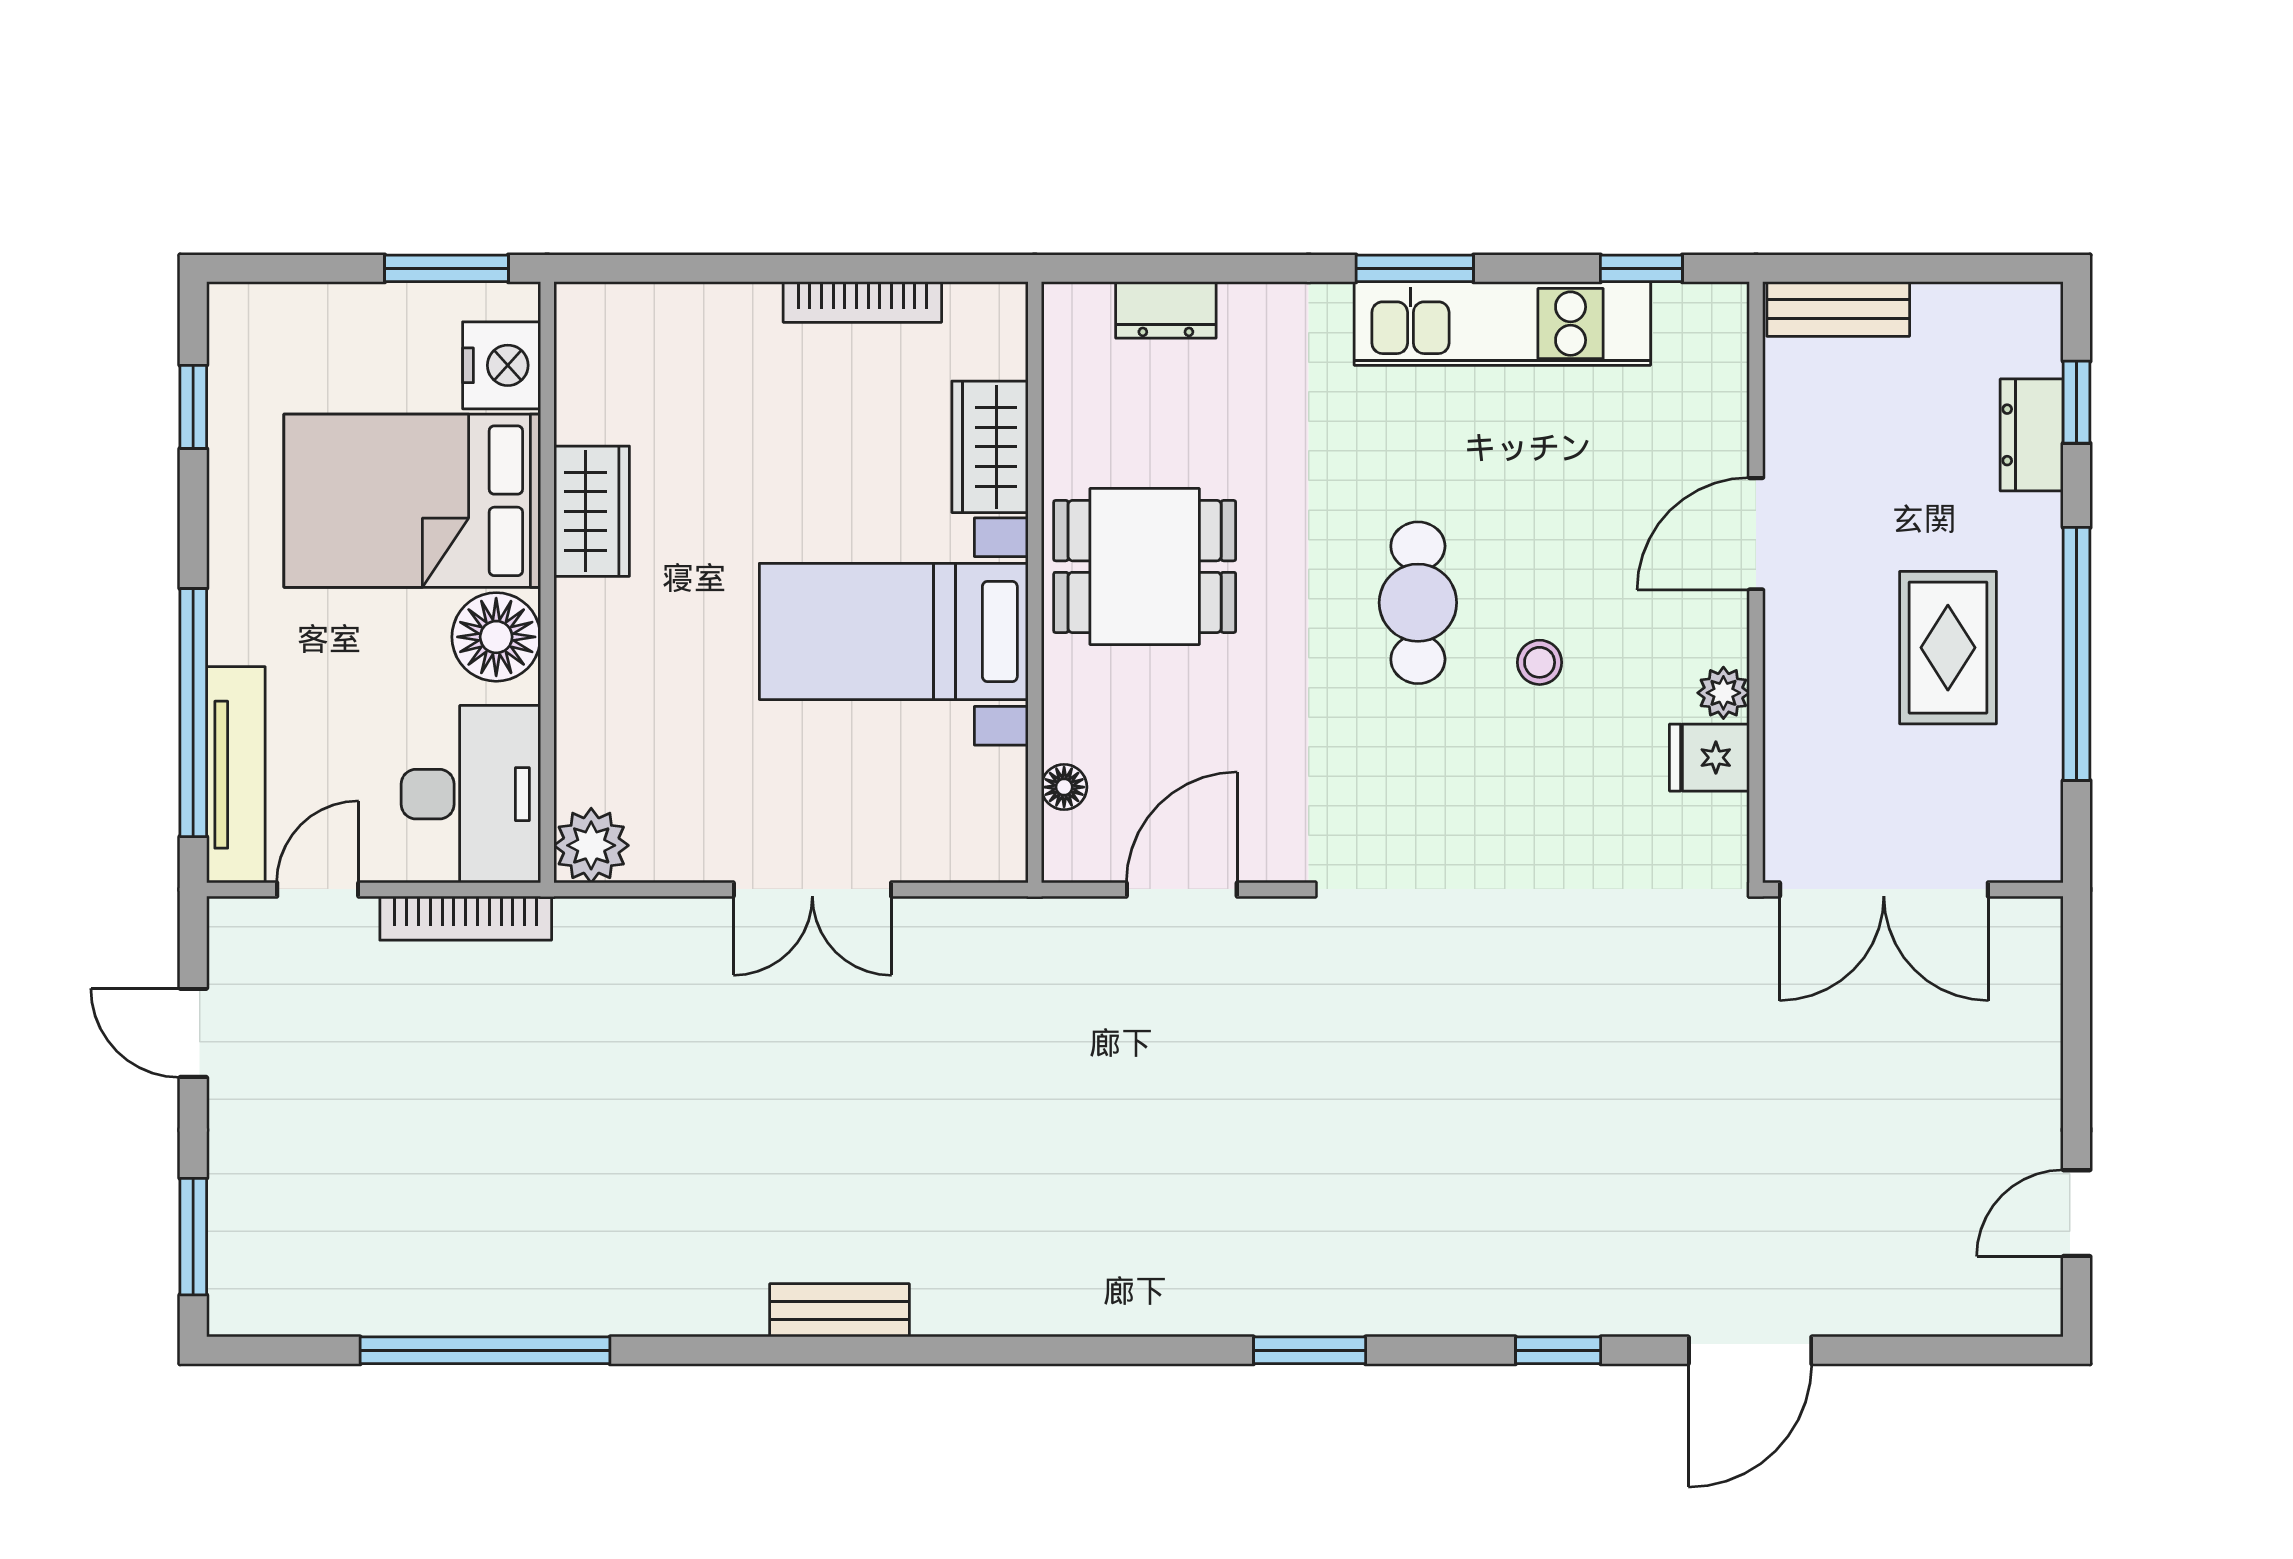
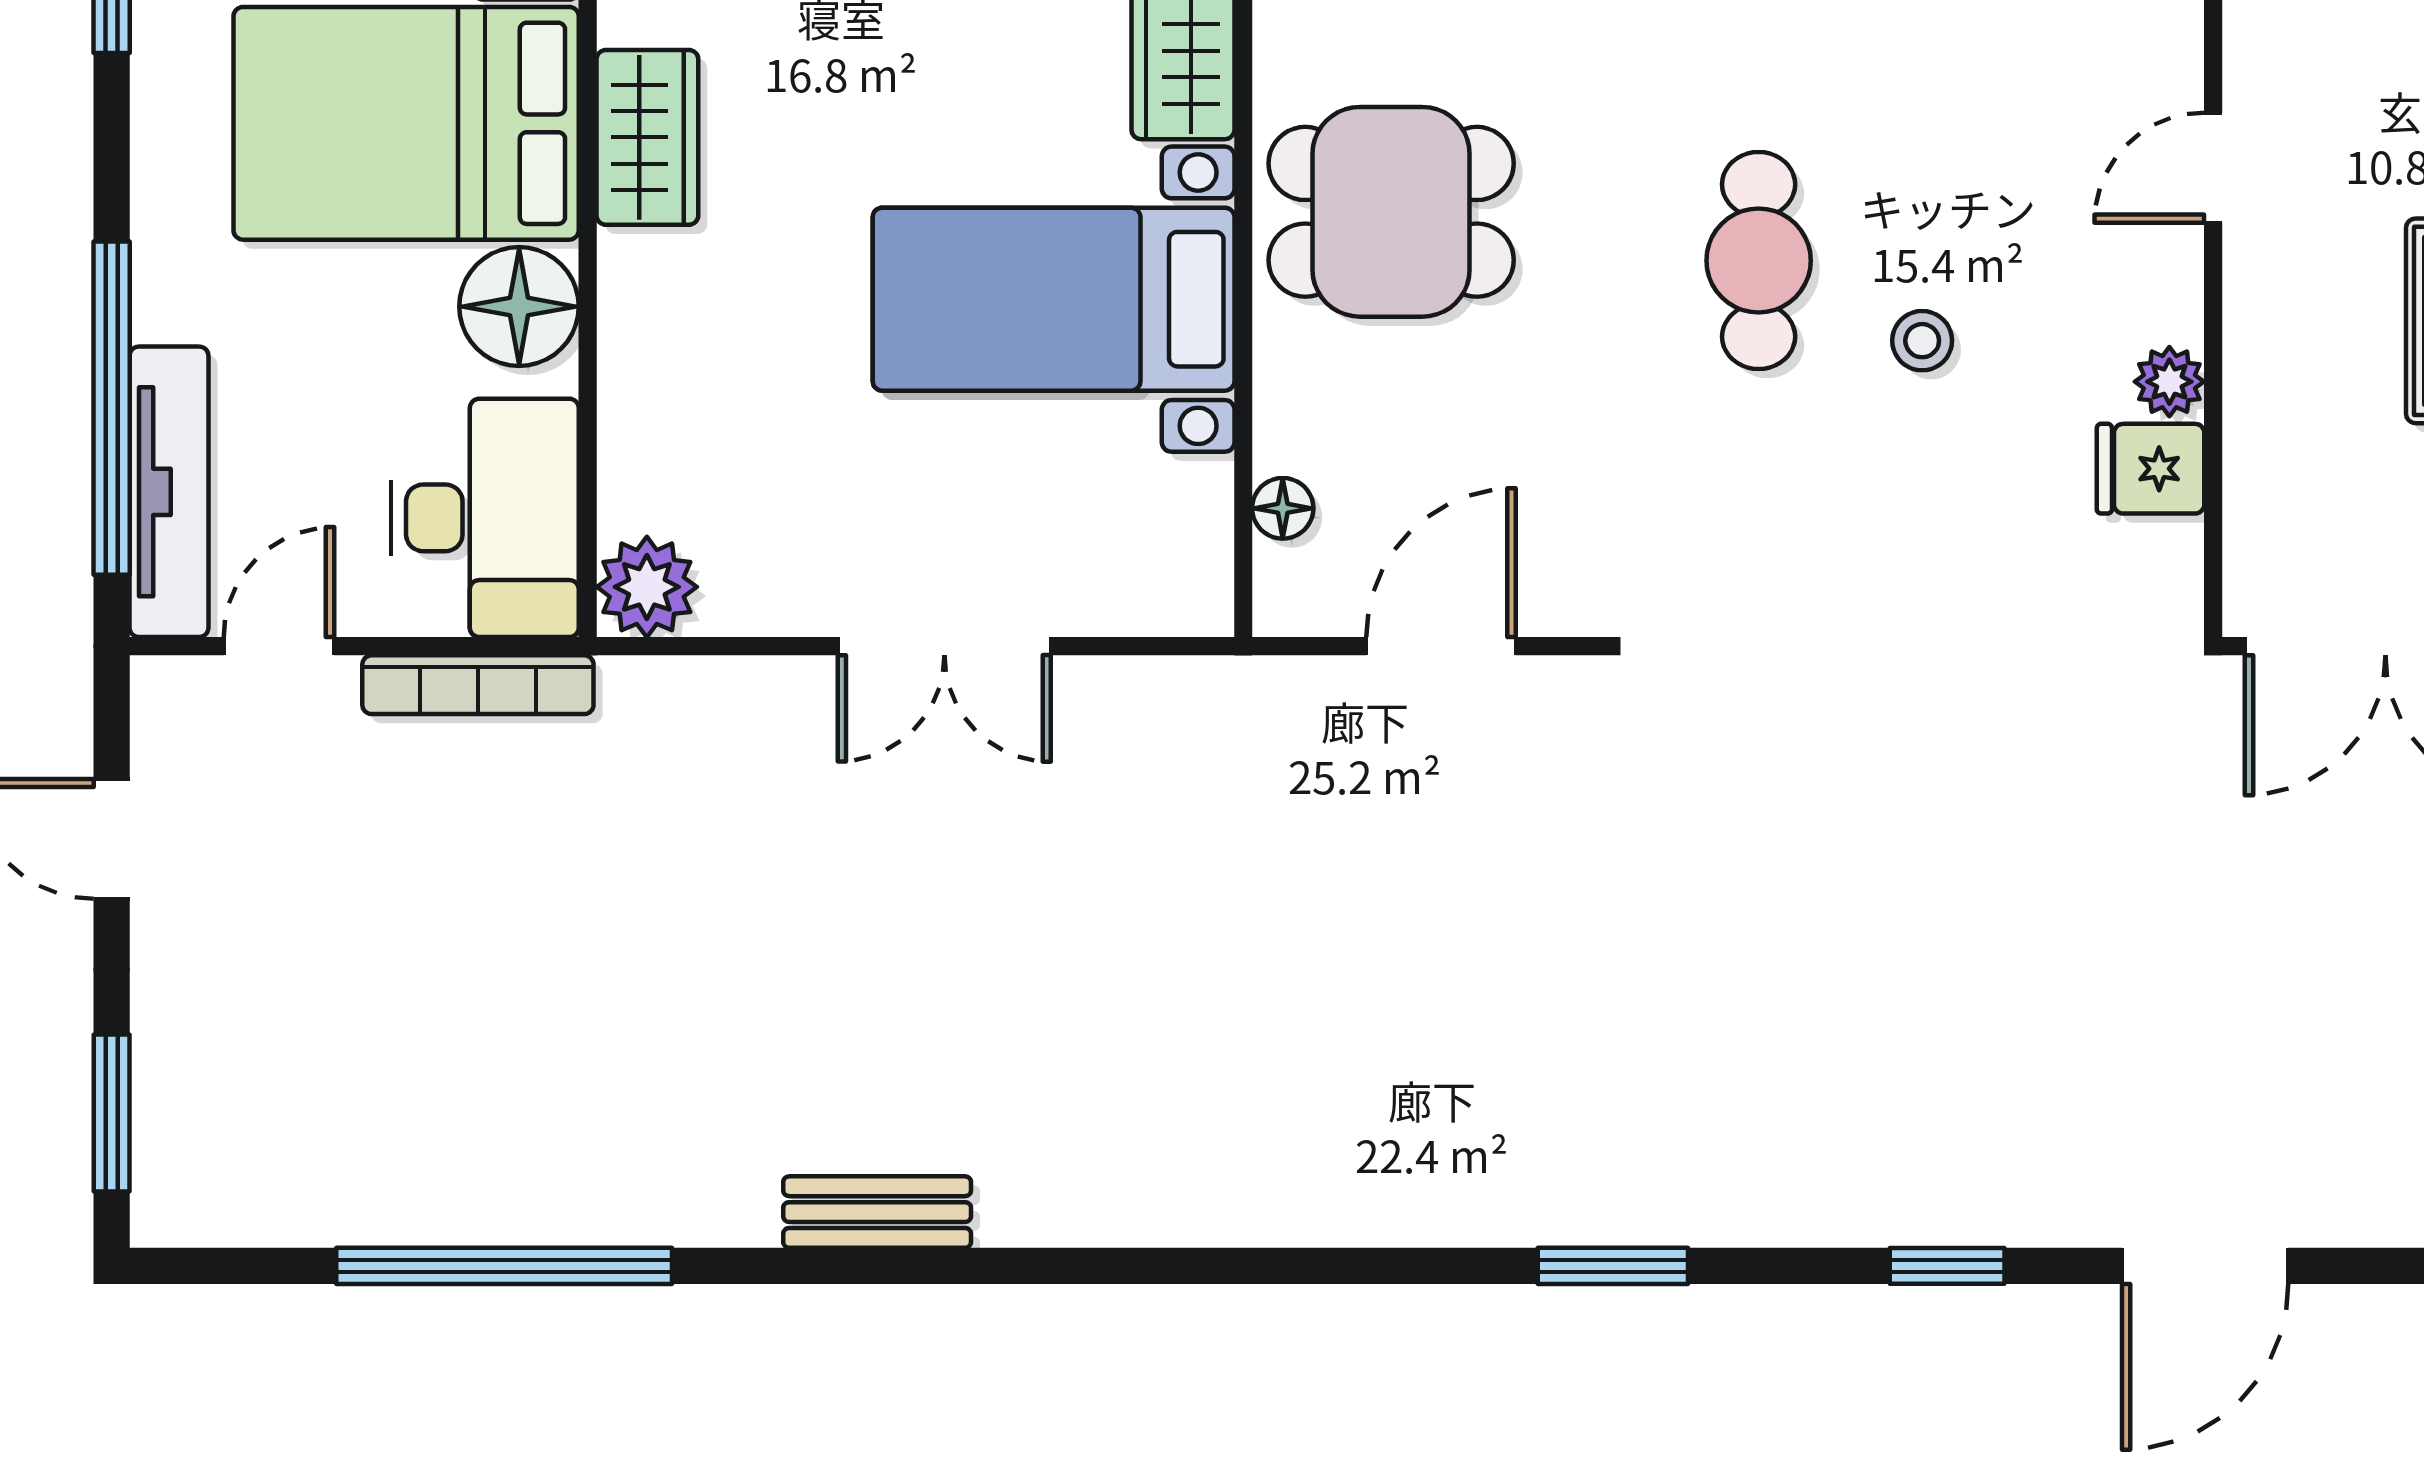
door: (1756, 534) -> (2213, 168), width x0.73
bench: (839, 1310) -> (877, 1212), moved

